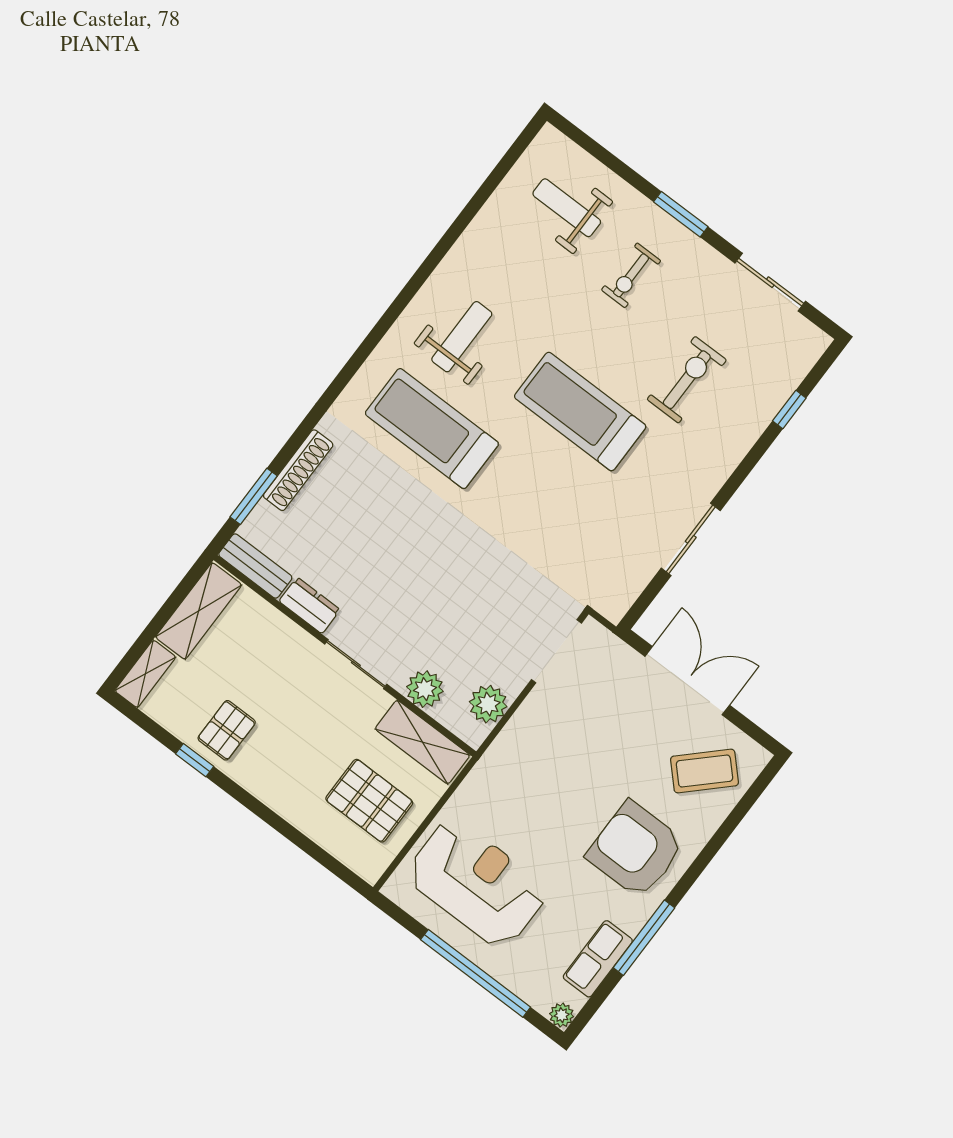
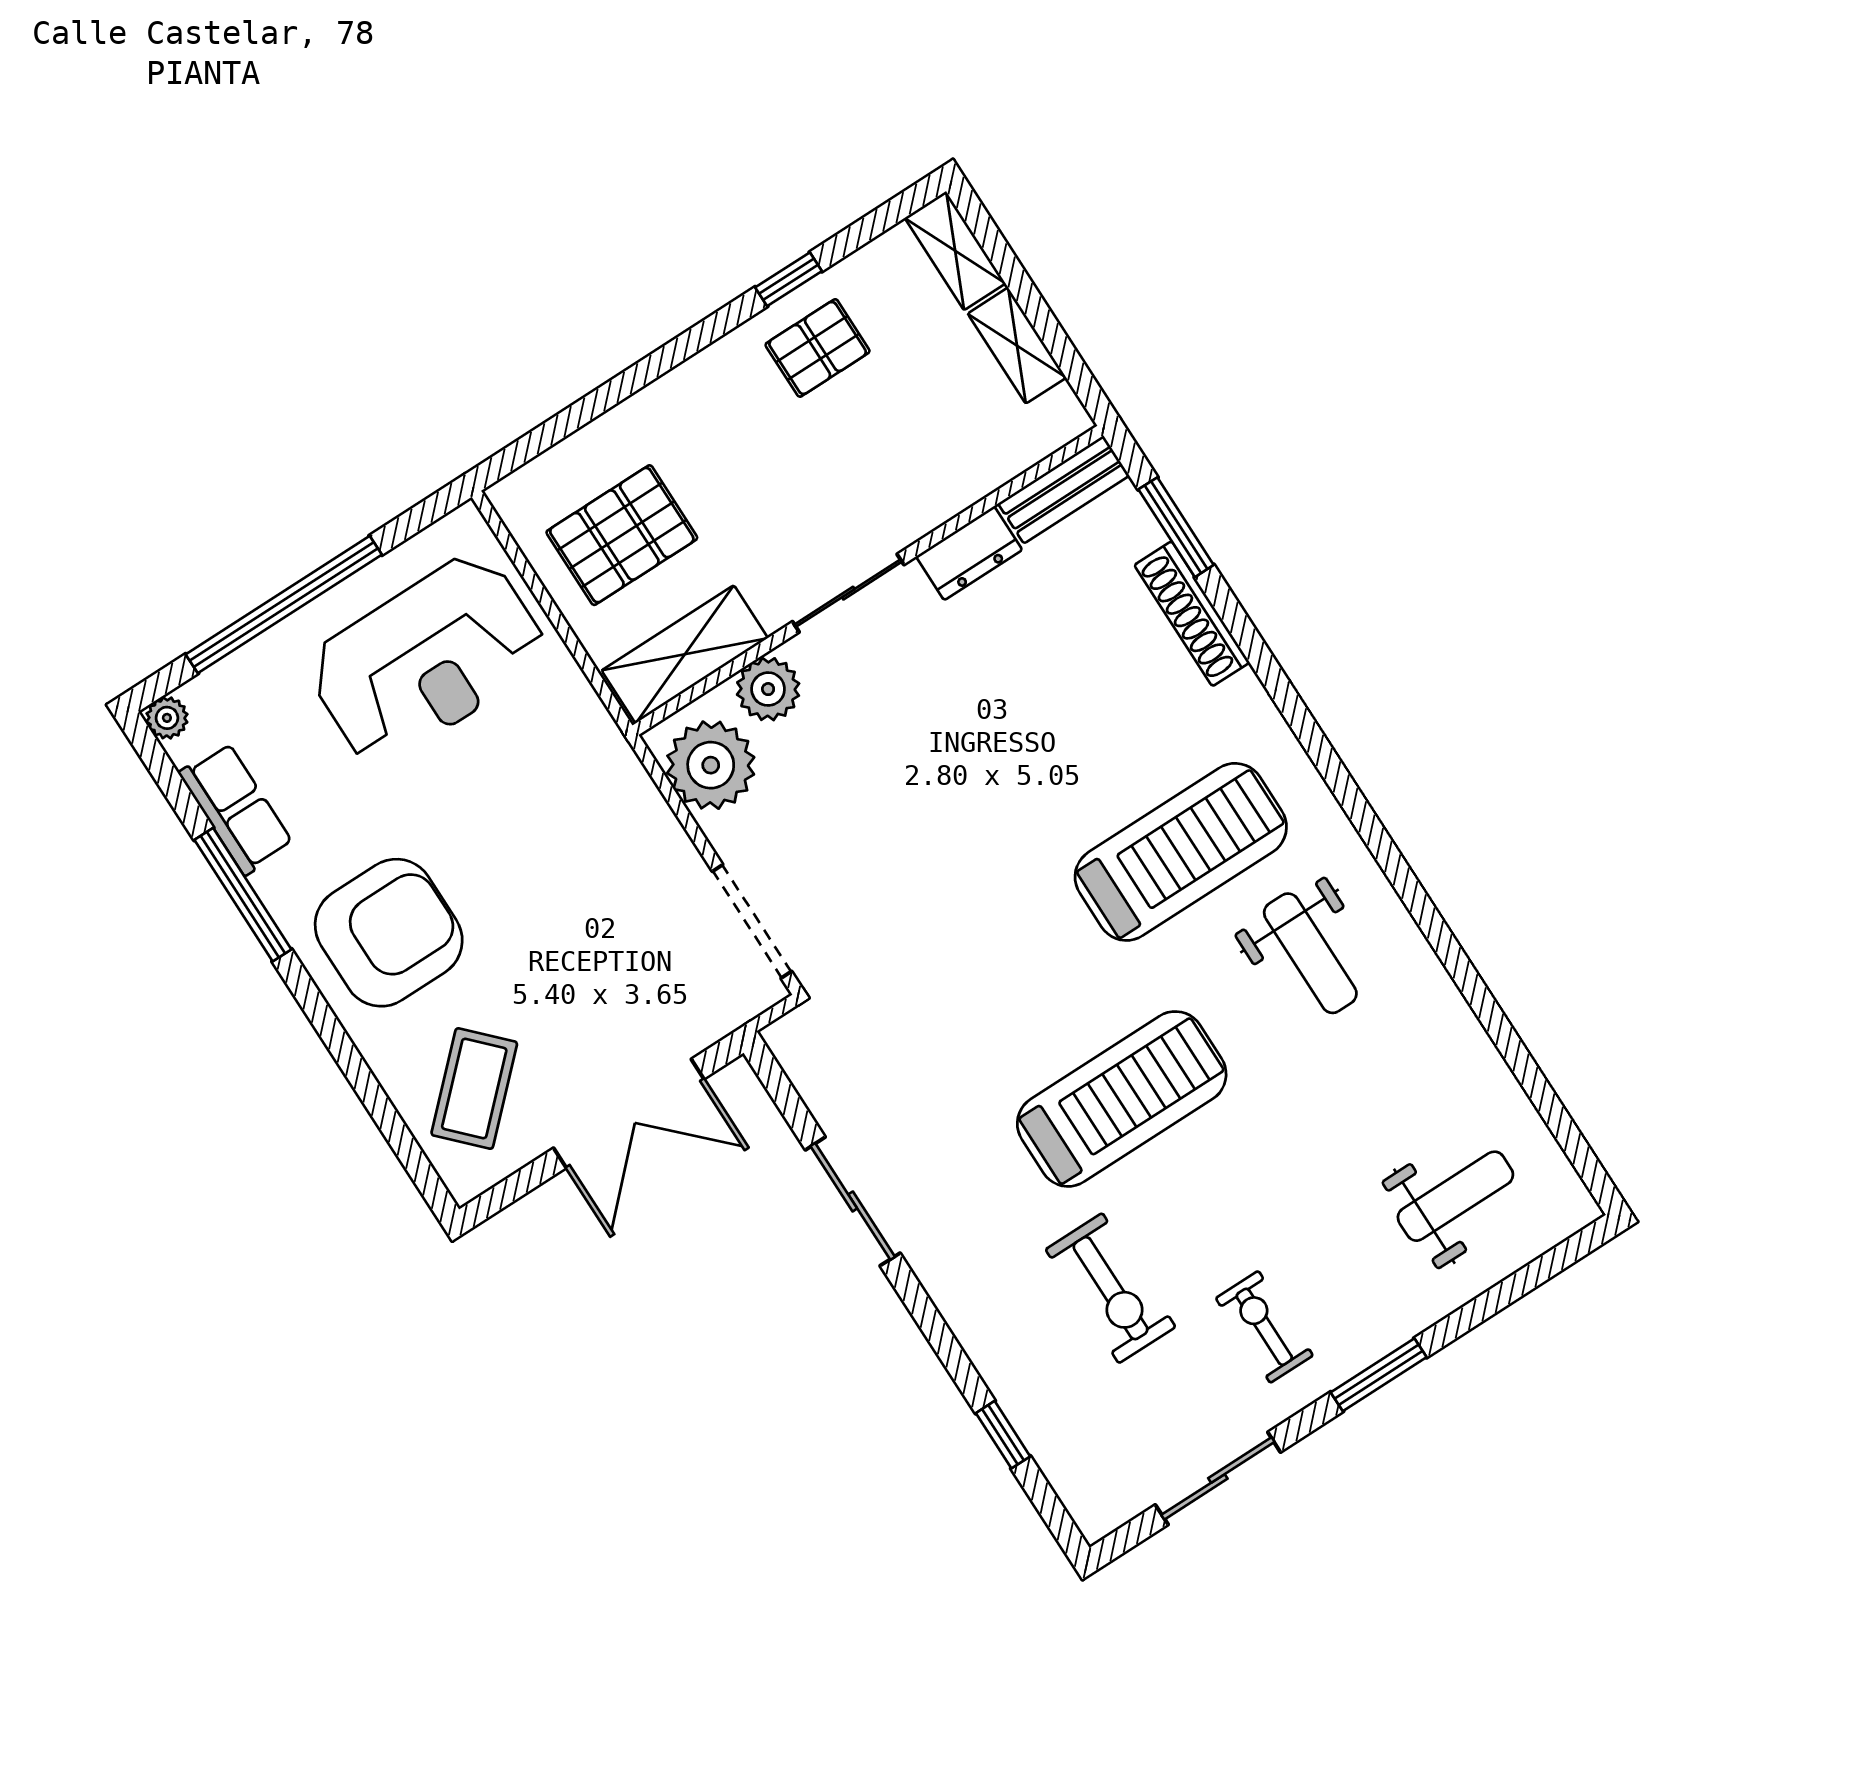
exercise bike: (631, 275) -> (1264, 1327), moved
shelving: (199, 611) -> (1017, 346), width x0.67, depth x0.75
plant: (488, 704) -> (711, 765), width x1.36, depth x1.36
pallet: (227, 730) -> (818, 348), turned 90

